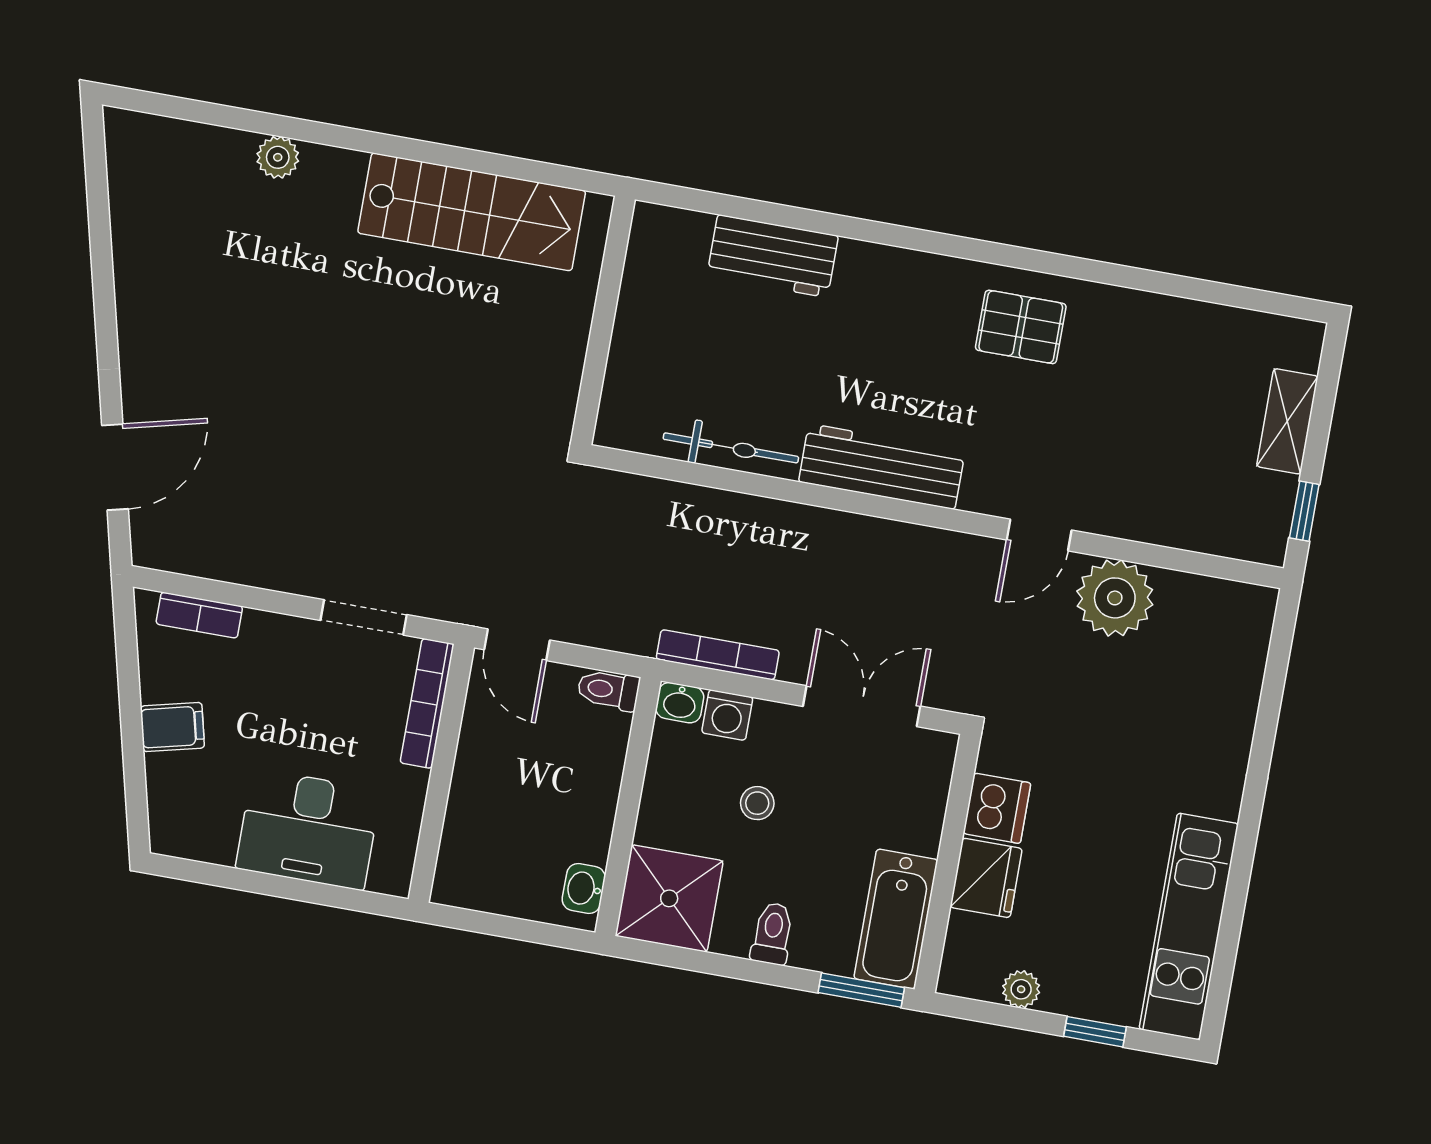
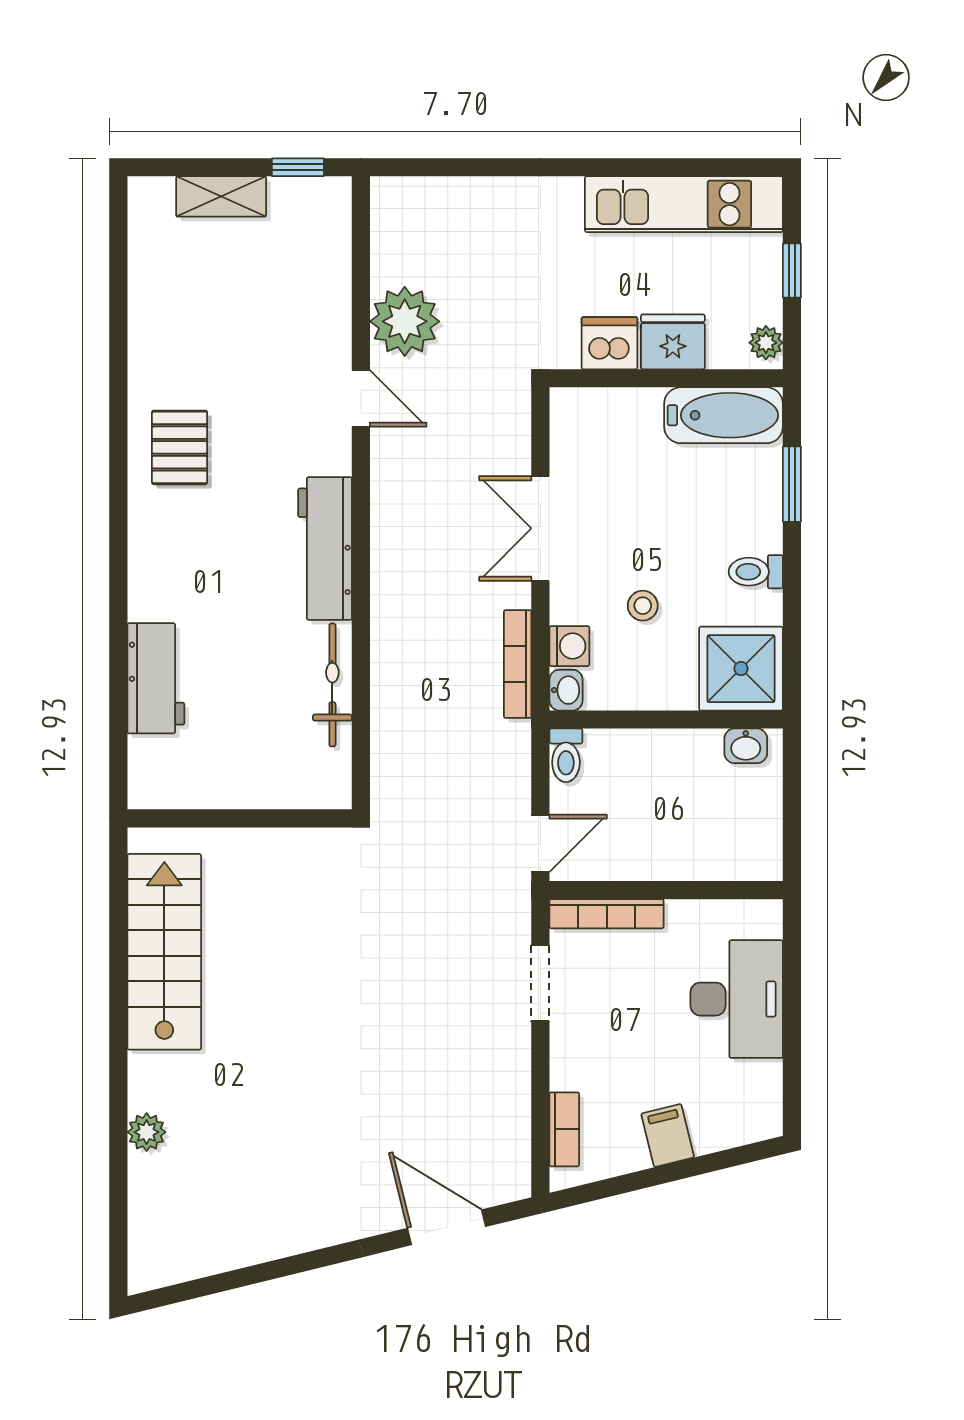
dishwasher: (997, 808) -> (610, 343), moved
wall: (947, 863) -> (666, 378), moved
fridge: (986, 878) -> (673, 342), moved
bathtub: (896, 919) -> (724, 415), moved

